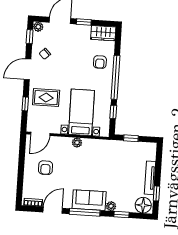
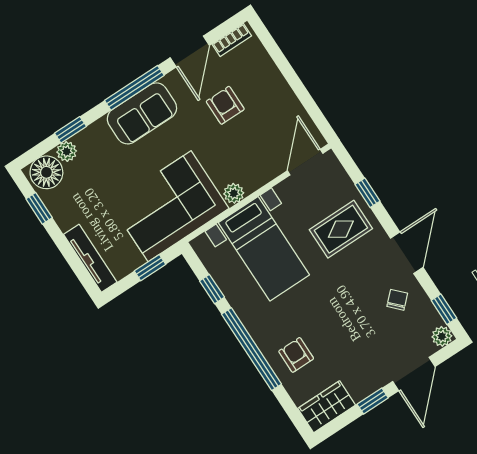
corner sofa: (105, 156) -> (170, 206), added
armchair: (46, 168) -> (225, 105), moved
tv unit: (150, 178) -> (90, 258), moved
plant: (111, 206) -> (67, 151), moved

